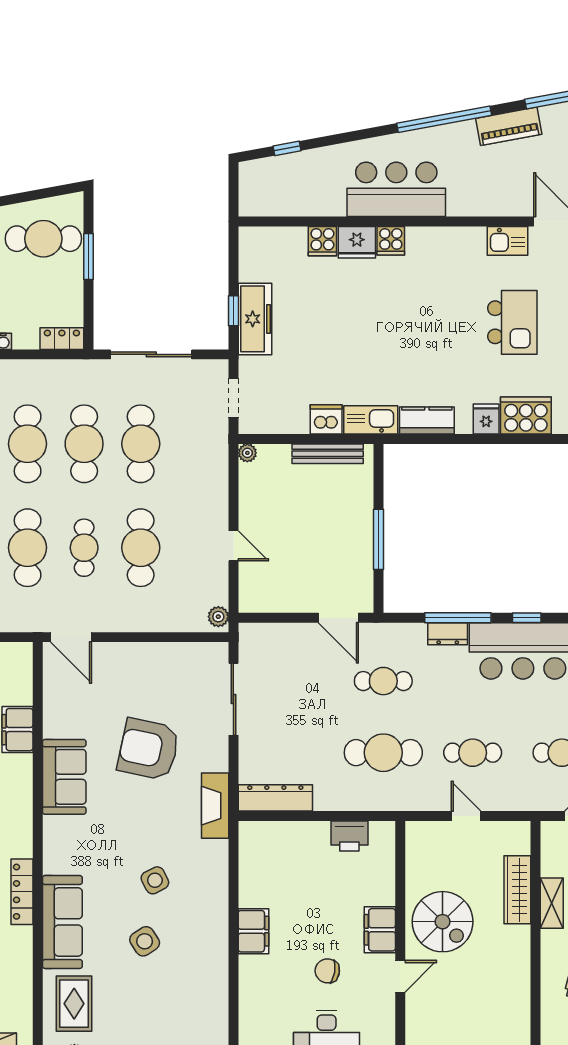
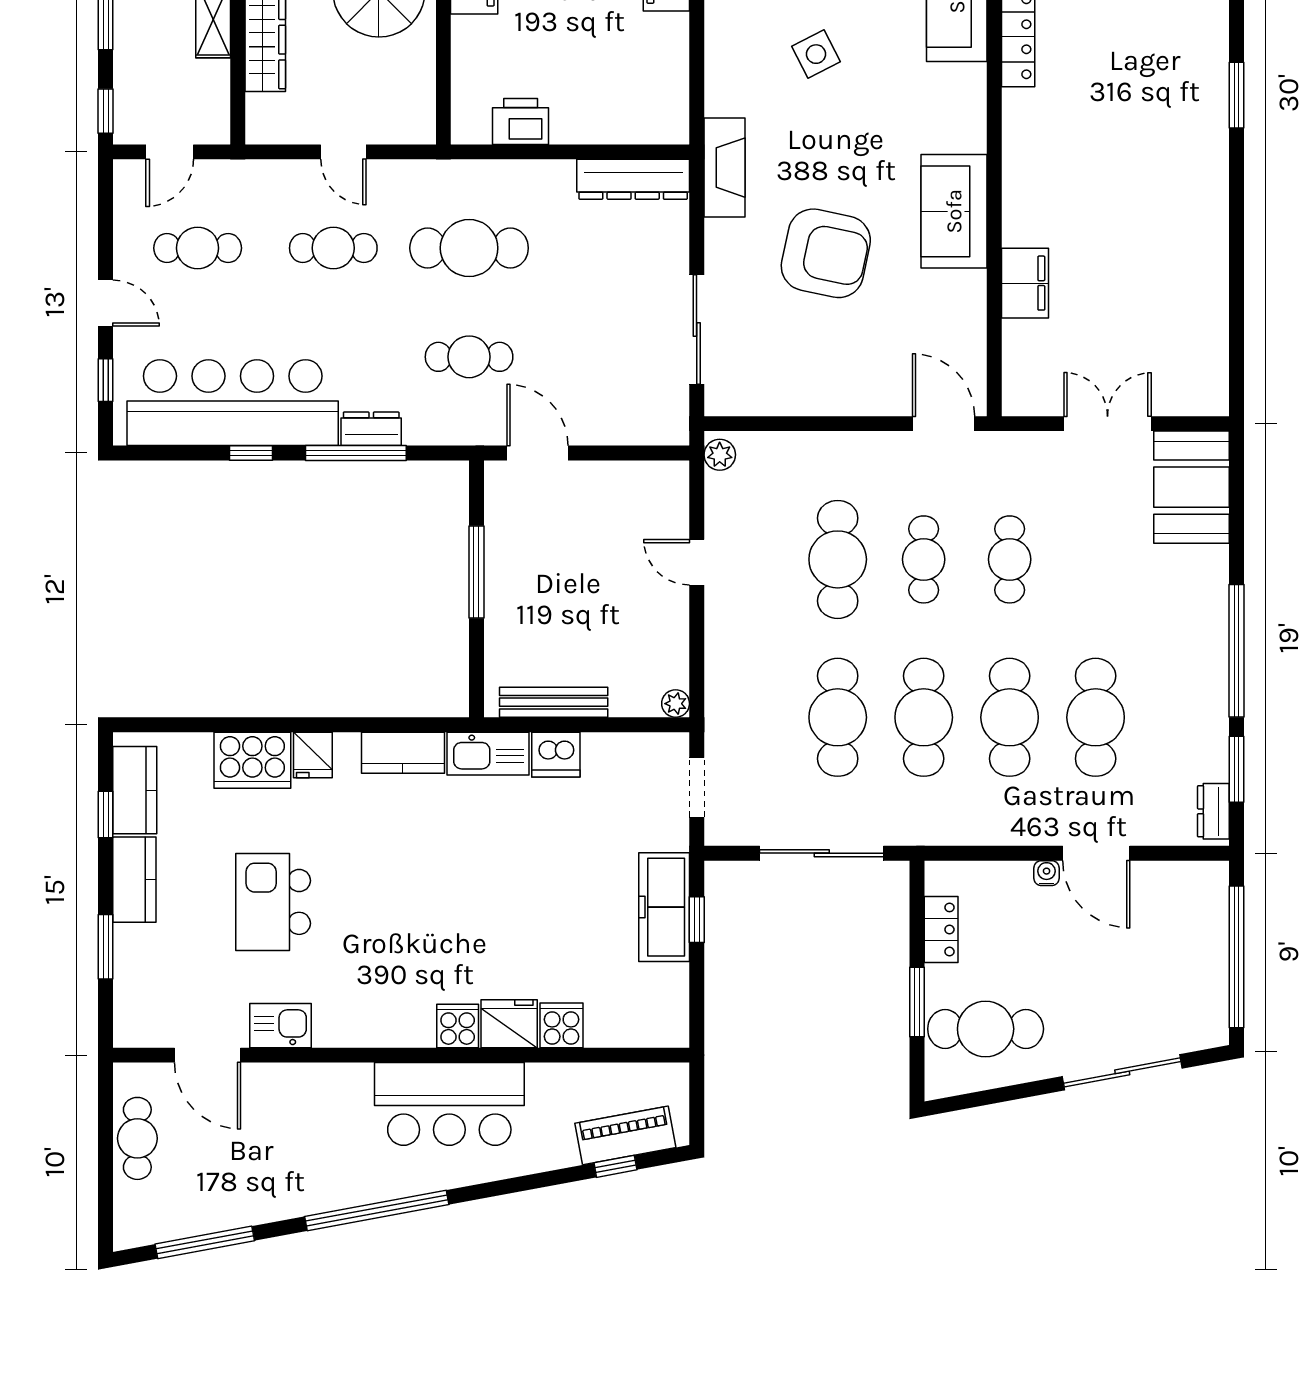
piano: (509, 126) -> (625, 1135), moved
locker: (62, 339) -> (941, 929), moved, turned -90
cafe table: (28, 548) -> (1010, 559), width x0.73, depth x0.74

